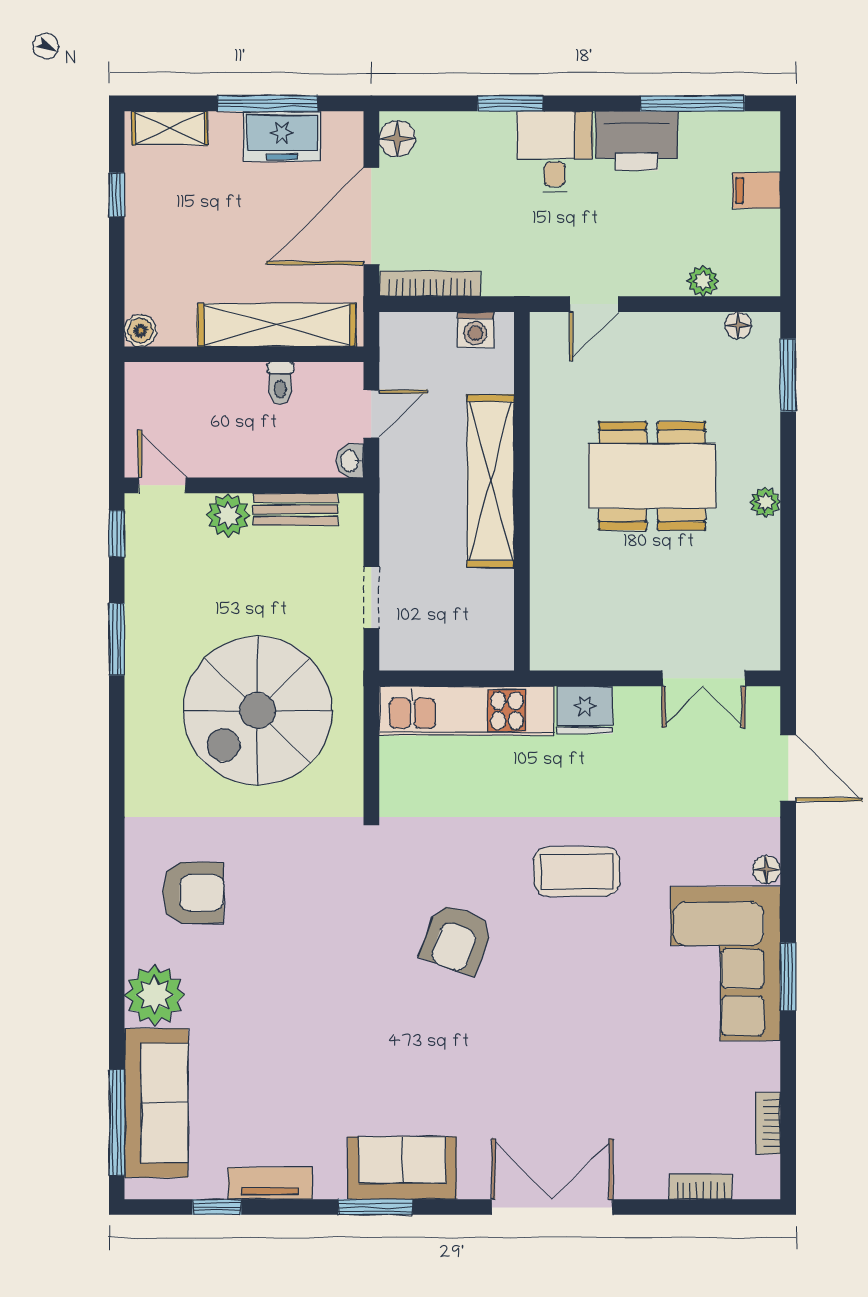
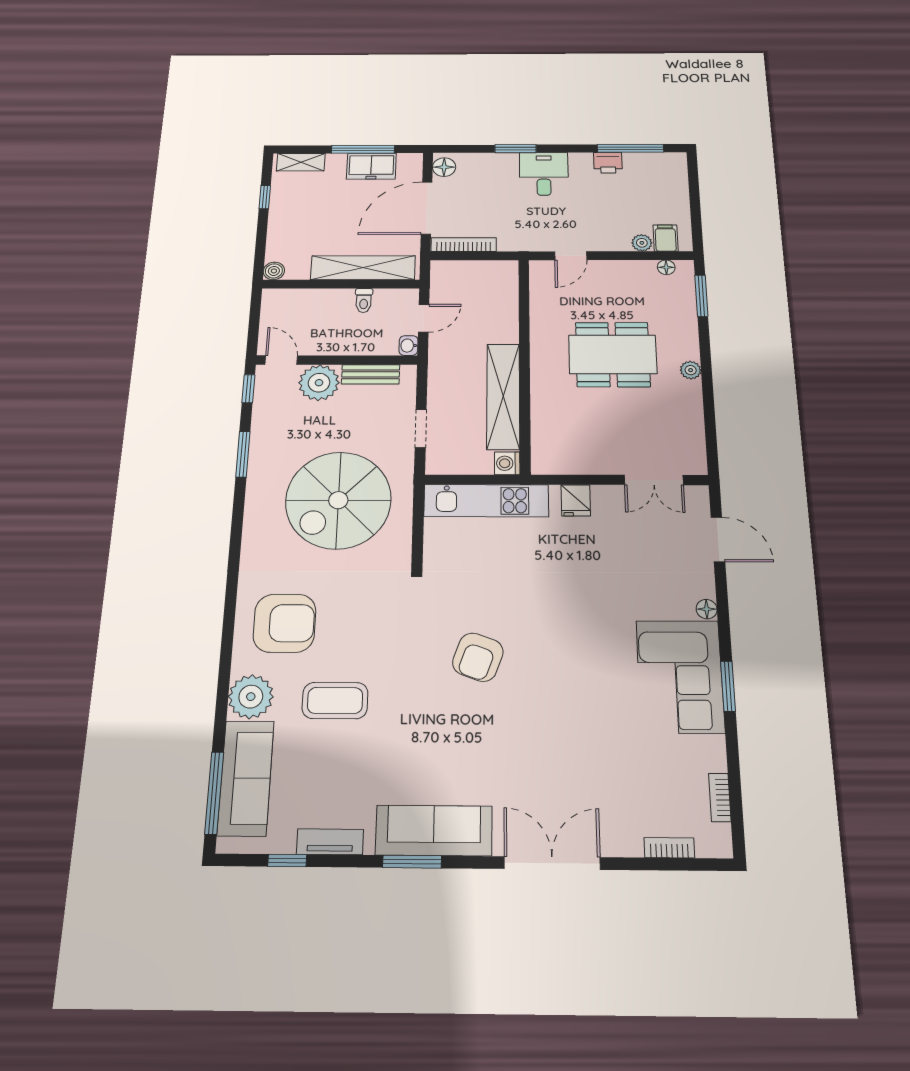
printer: (637, 141) -> (608, 163), width x0.53, depth x0.68
filing cabinet: (756, 190) -> (666, 238), moved, turned 90
washing machine: (475, 330) -> (507, 463), moved, turned 90
shelving: (491, 481) -> (503, 396), moved
plant: (228, 515) -> (319, 383), width x1.36, depth x1.36
fridge: (585, 710) -> (576, 500), width x0.72
coffee table: (577, 871) -> (335, 701), moved
armchair: (193, 893) -> (285, 623), width x1.36, depth x1.36
sofa: (402, 1168) -> (434, 830), width x1.36

